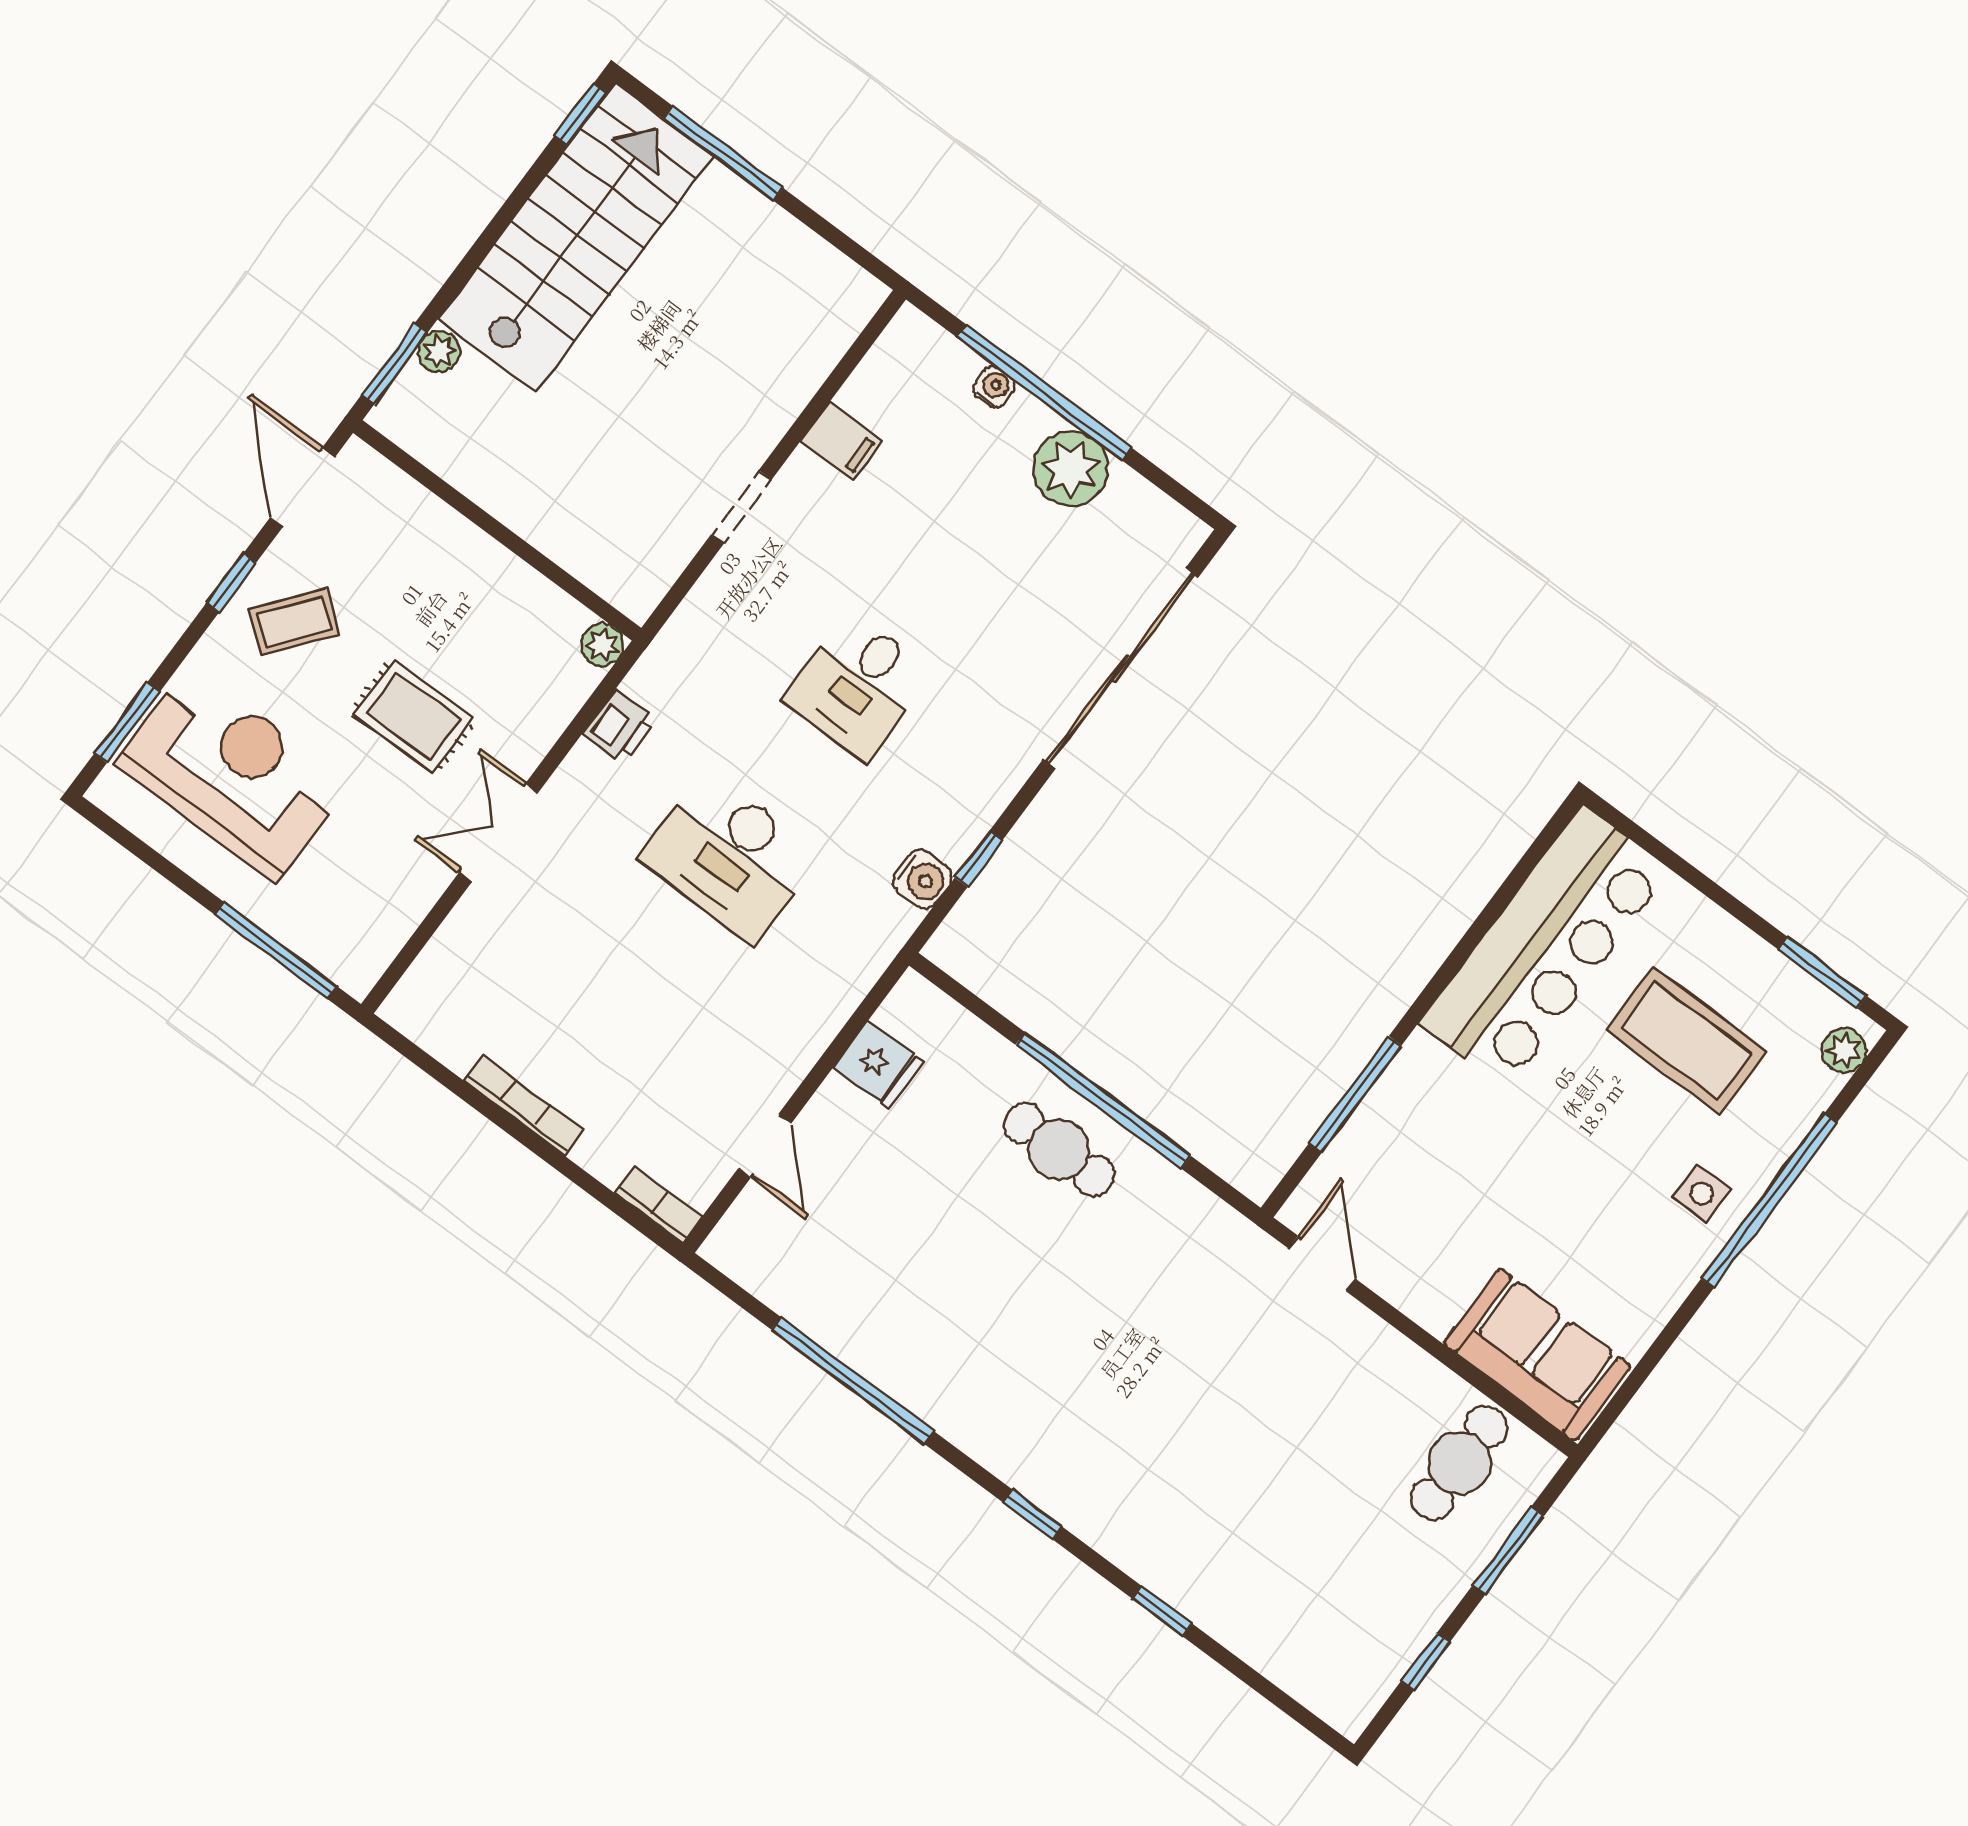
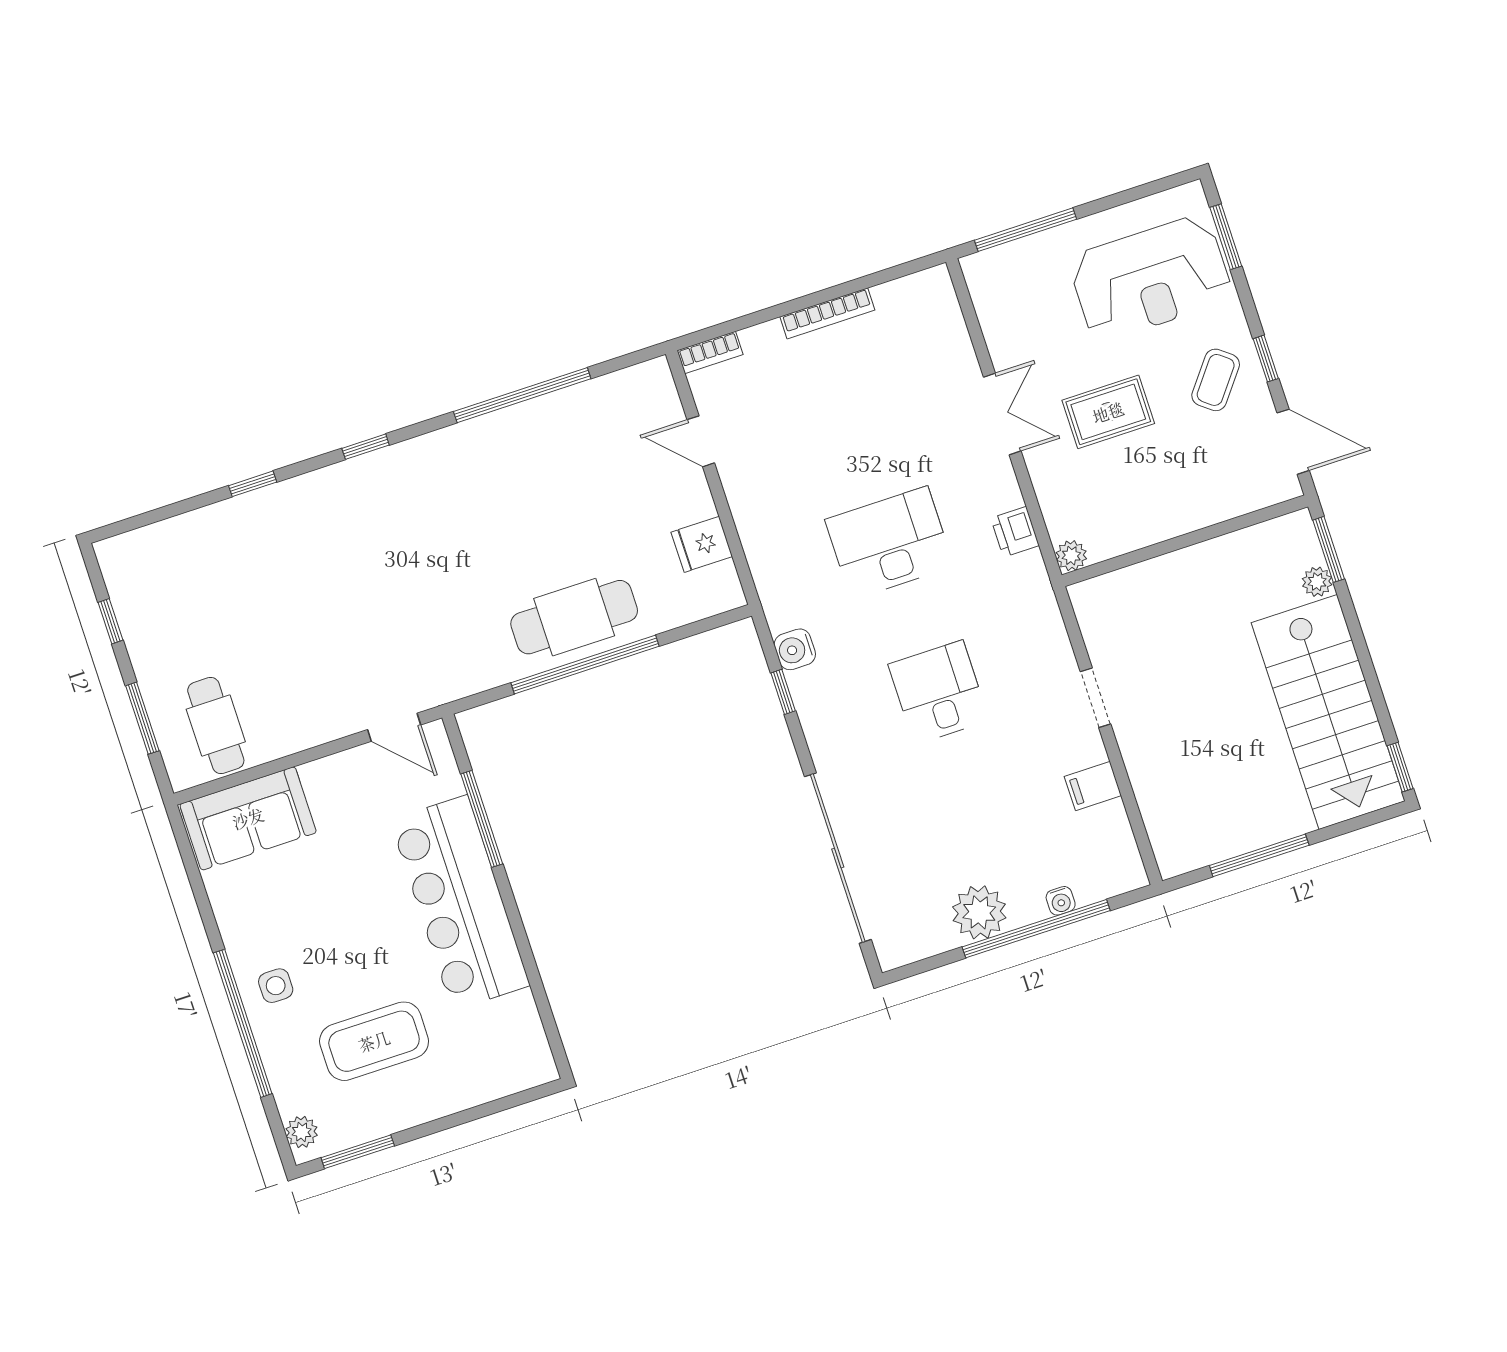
window: (723, 153) -> (1259, 855), moved
bar counter: (1545, 947) -> (460, 903), moved
cafe table: (1059, 1149) -> (574, 617), width x1.37, depth x1.35

